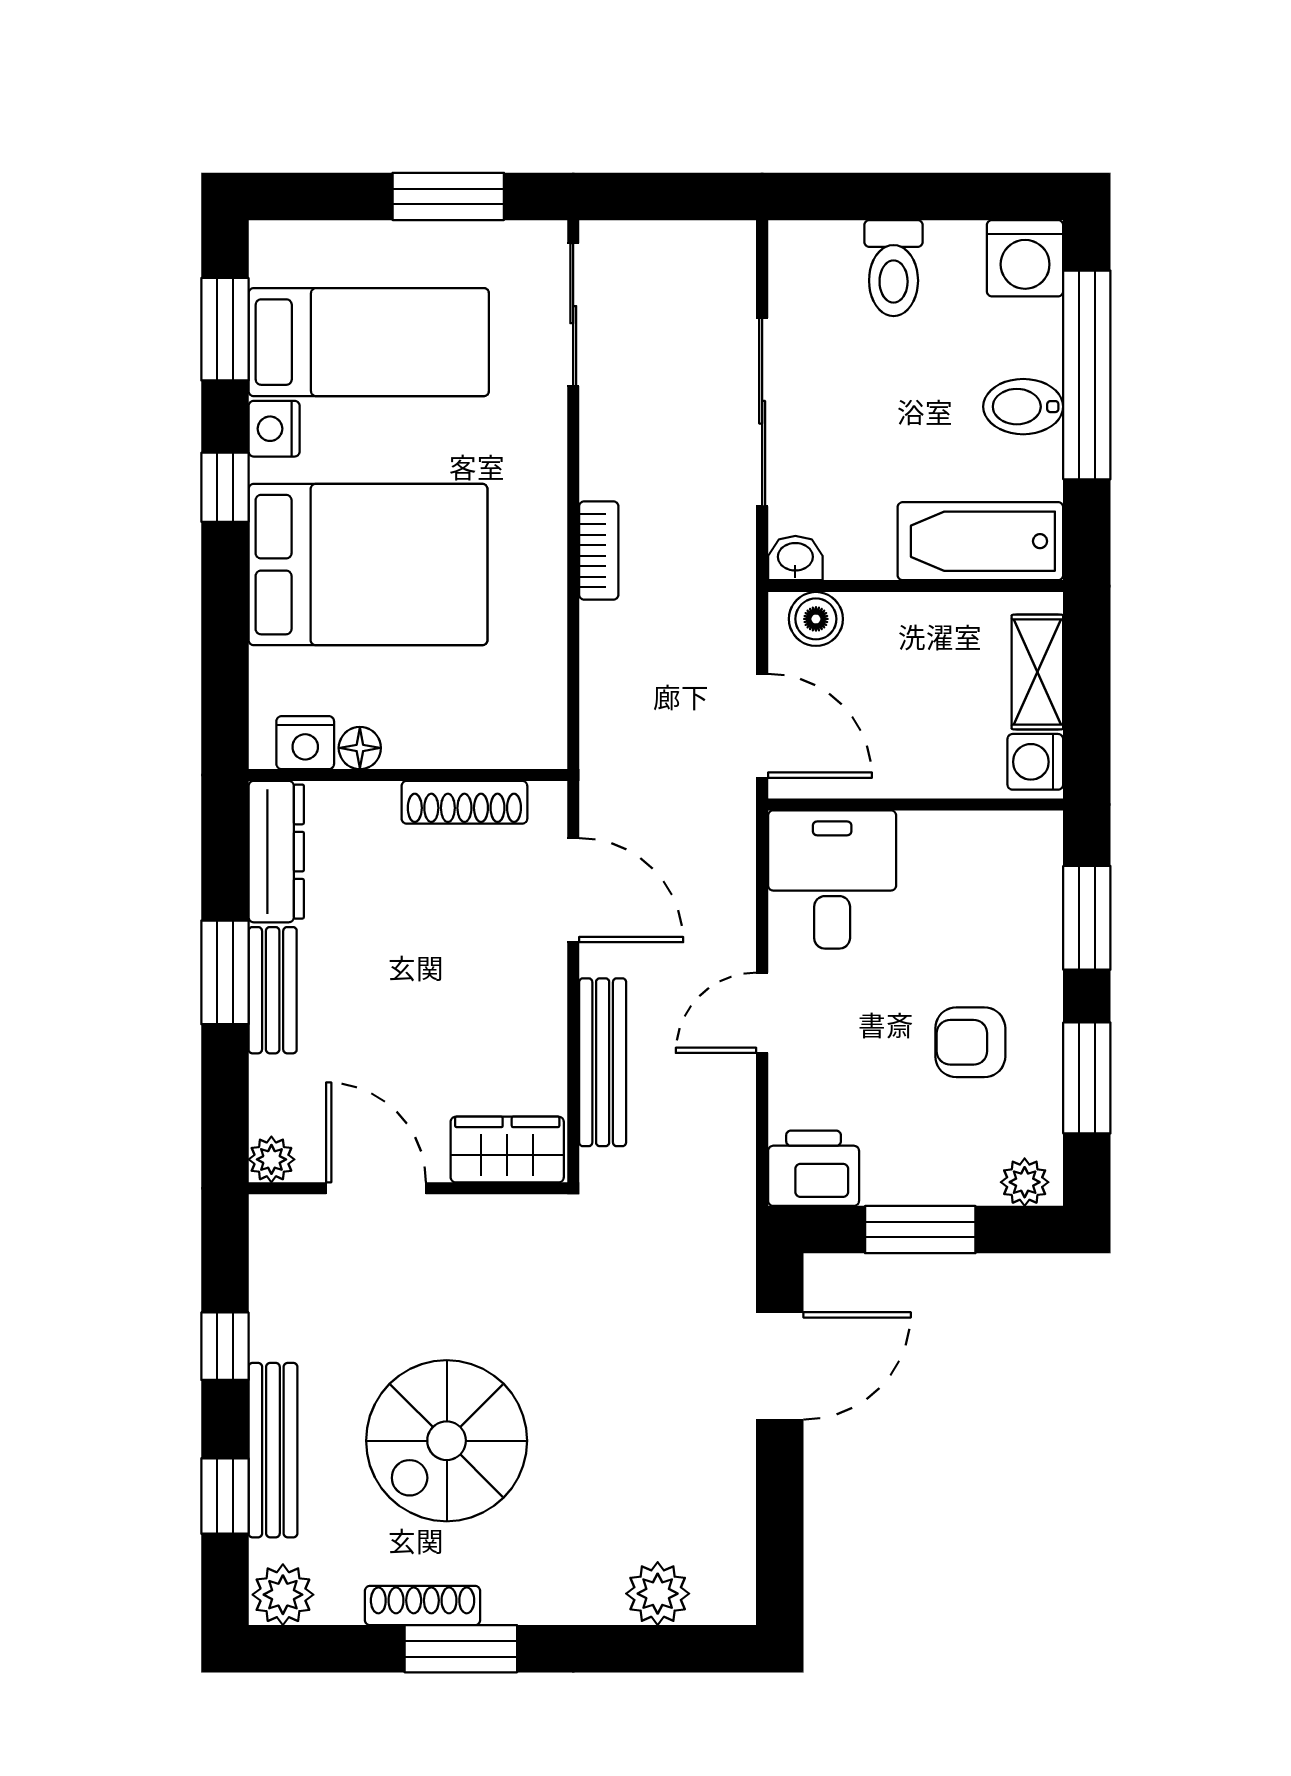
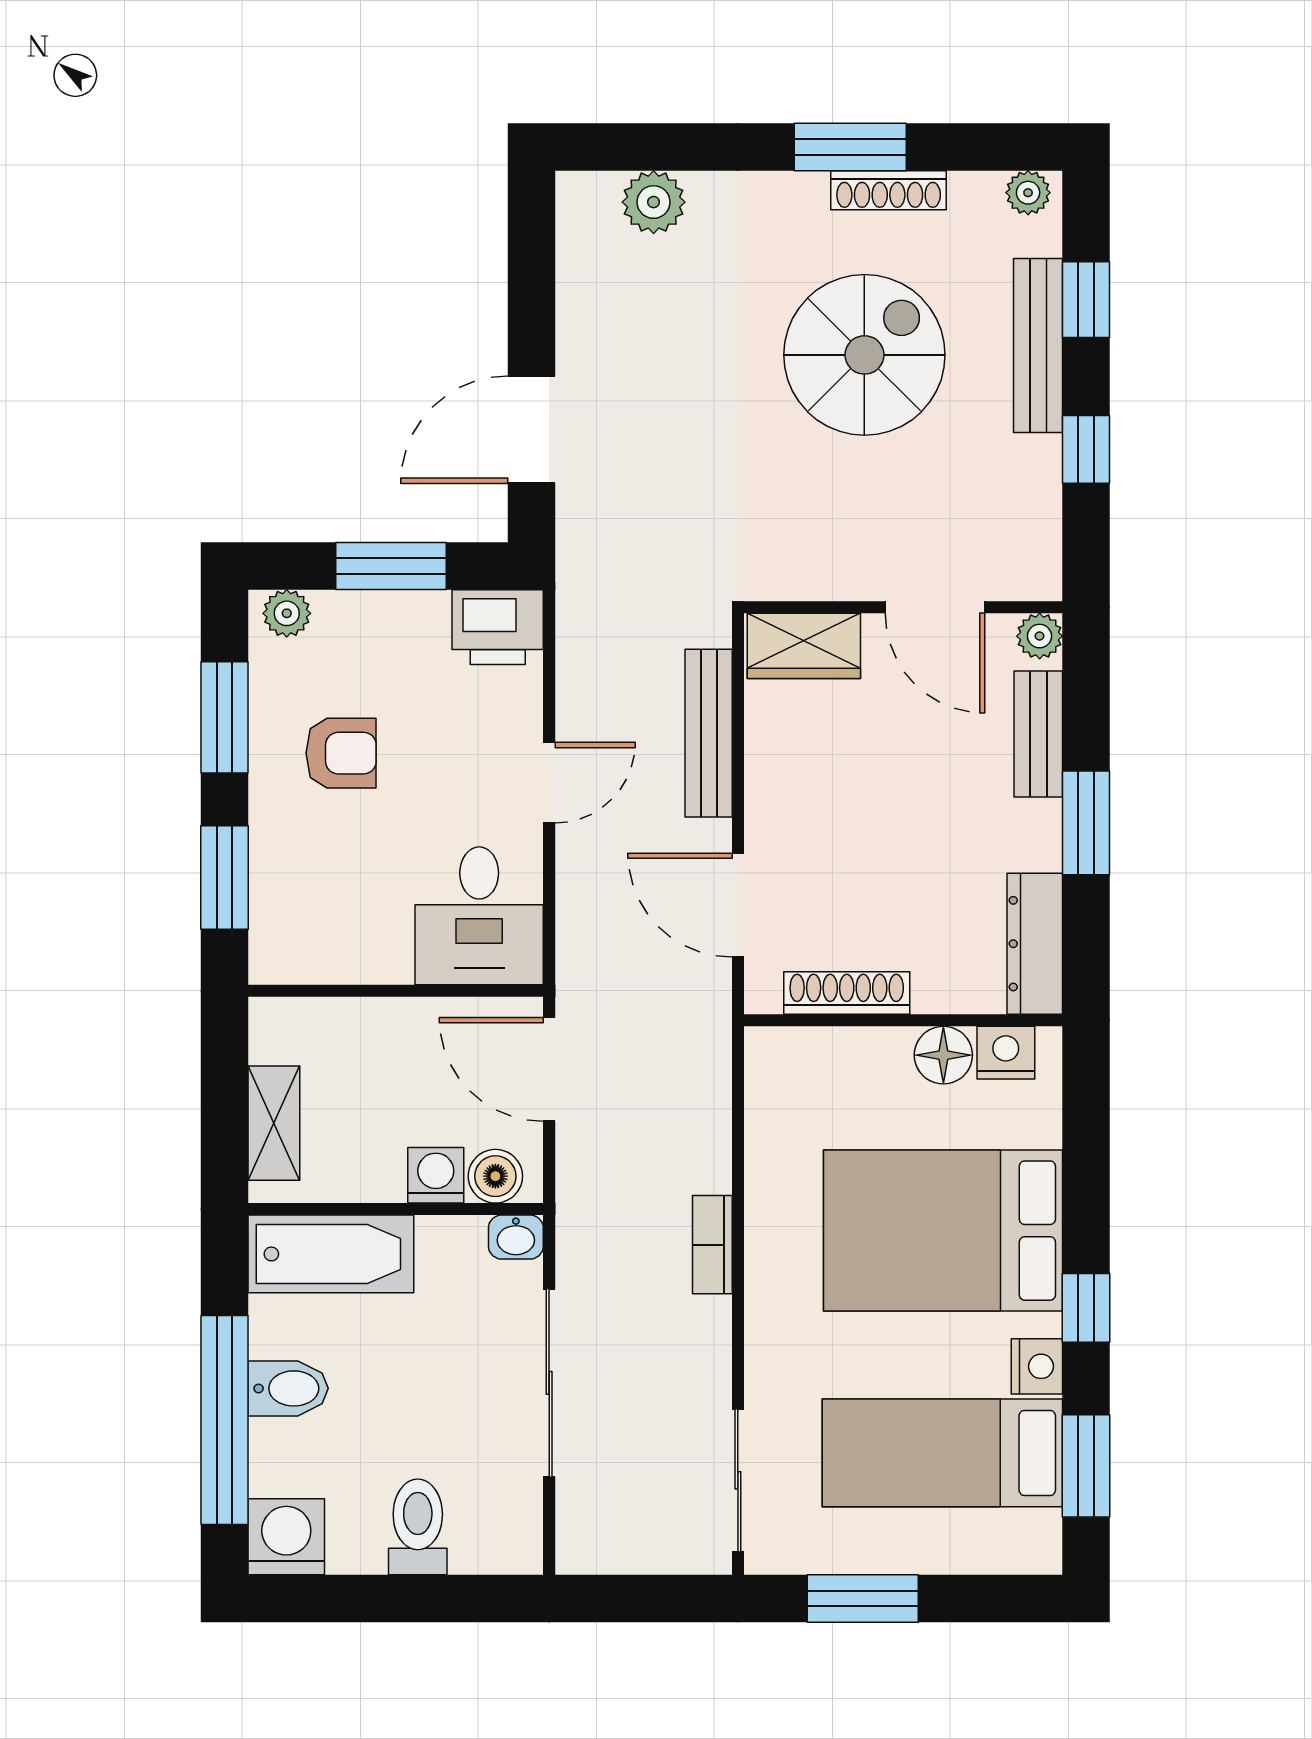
floor lamp: (360, 748) -> (943, 1055), width x1.37, depth x1.37
washing machine: (1035, 762) -> (436, 1175), moved, turned -90
bench: (273, 990) -> (1038, 734), moved
plant: (283, 1595) -> (1028, 193), width x0.73, depth x0.73

